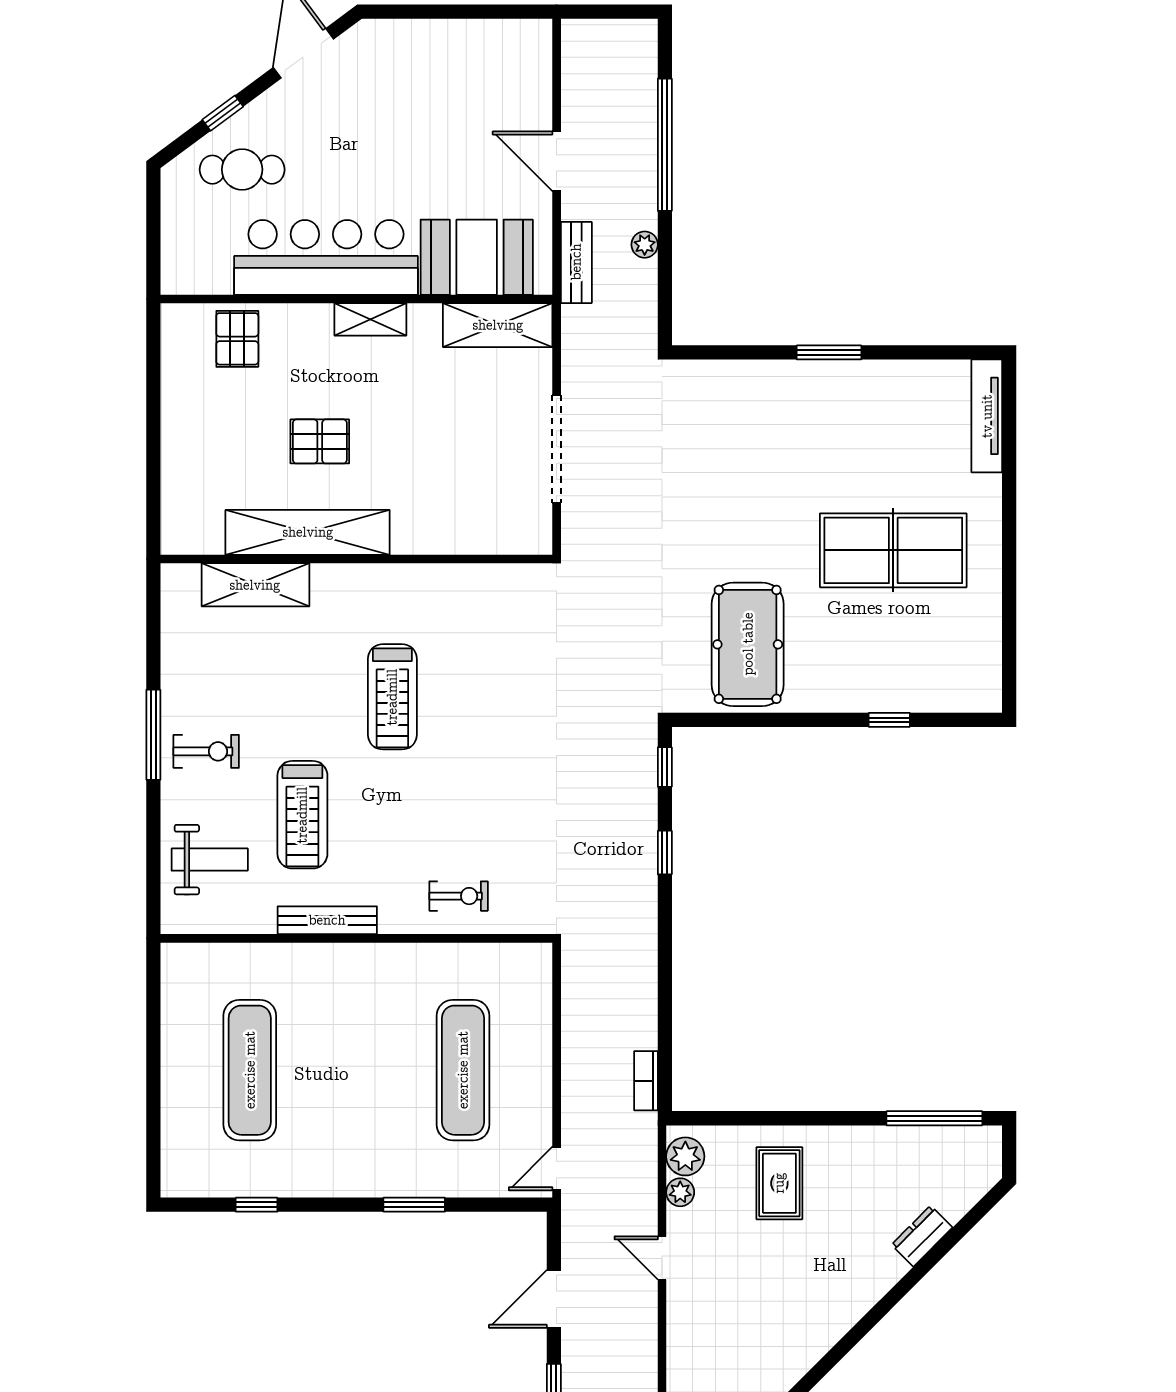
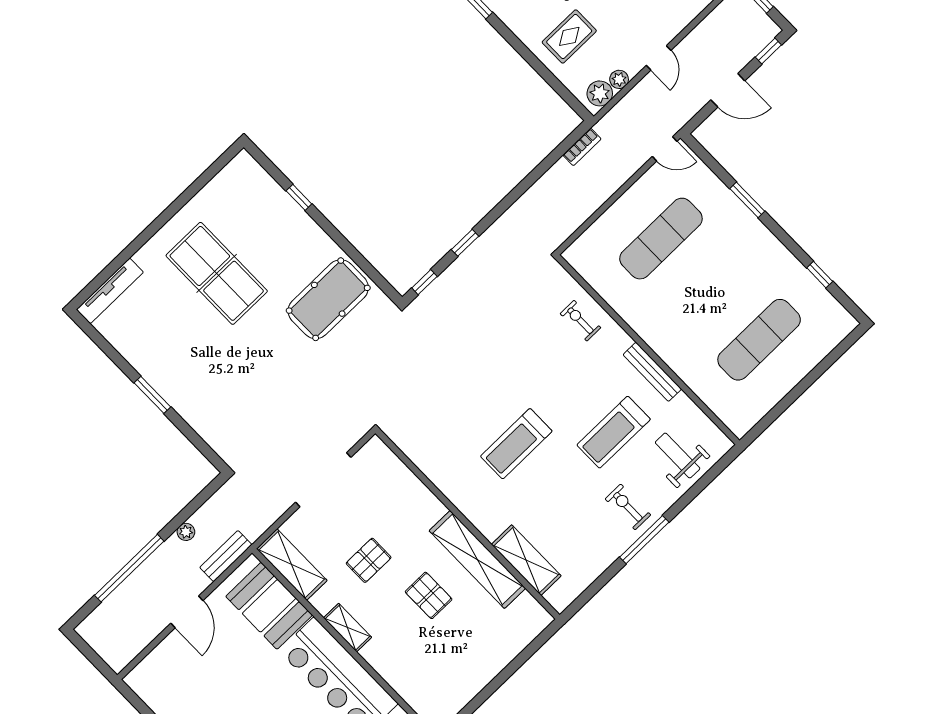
pallet: (237, 339) -> (369, 560), moved
treadmill: (392, 697) -> (516, 444), turned 180
treadmill: (302, 815) -> (614, 432), turned 180

